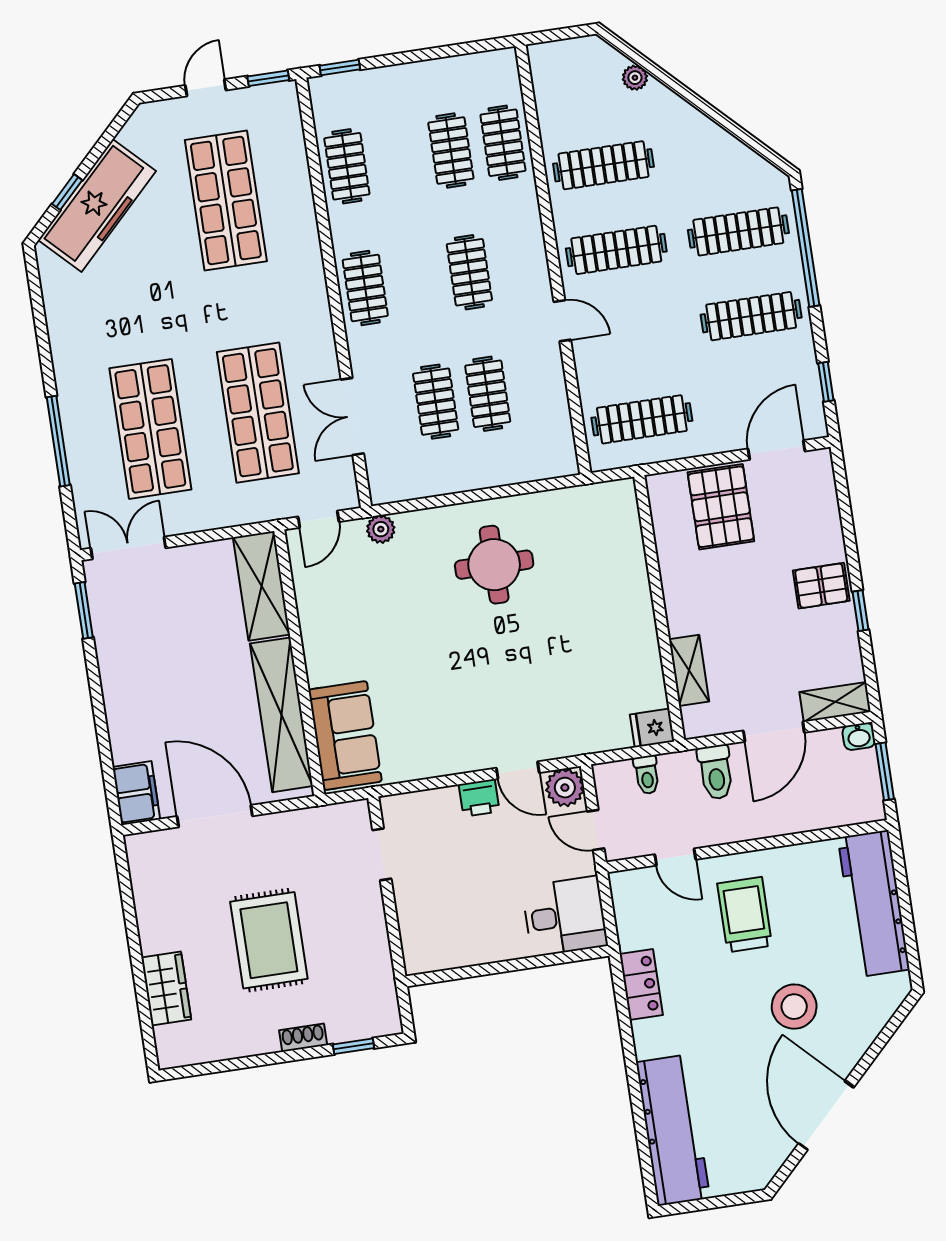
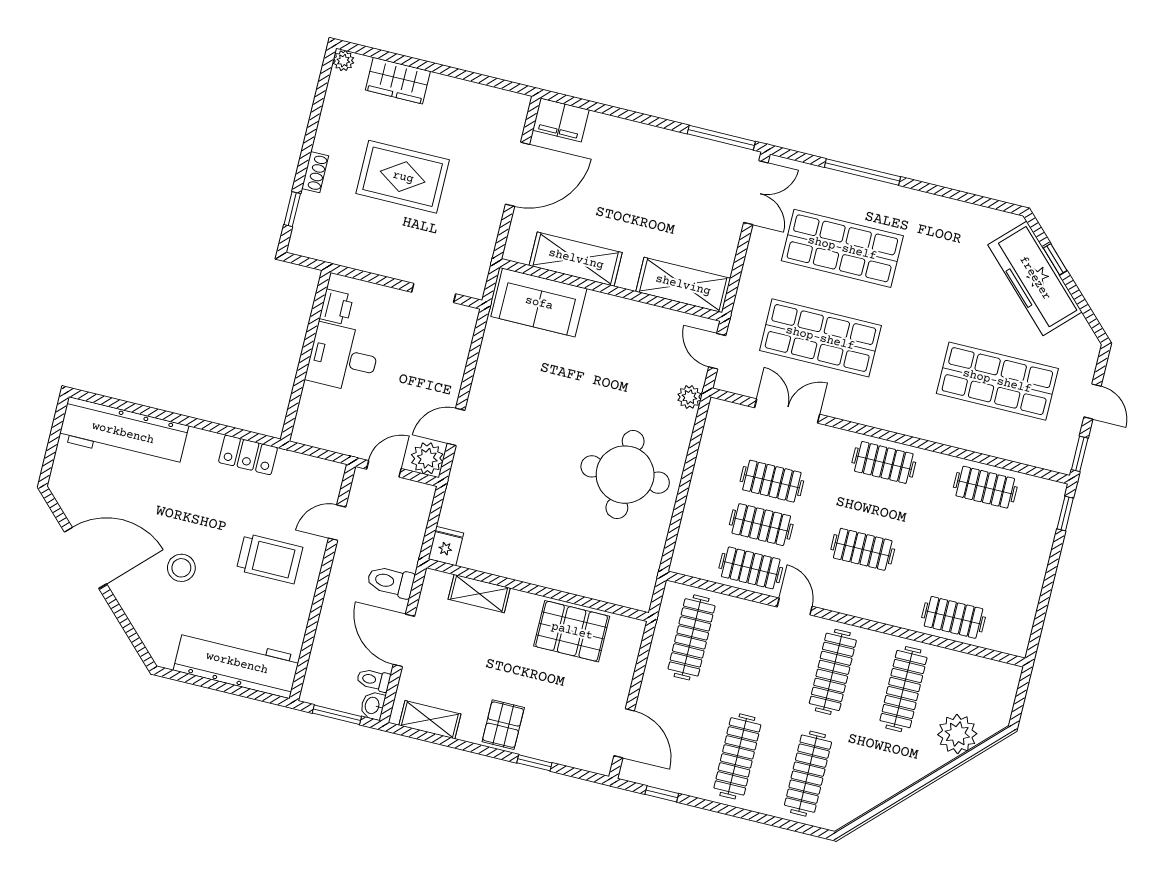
plant: (635, 78) -> (957, 734), width x1.88, depth x1.88
clothes rail: (451, 151) -> (751, 568), moved
window: (806, 248) -> (773, 821), removed
door: (562, 321) -> (795, 607), swing flipped
pallet: (721, 507) -> (572, 631), moved
round table: (494, 565) -> (625, 475), width x1.36, depth x1.36
window: (84, 610) -> (721, 138), width x1.44
window: (860, 611) -> (534, 763), moved
shelving: (835, 702) -> (430, 720), moved, turned 90
shelving: (281, 715) -> (576, 259), width x0.68
toilet: (647, 775) -> (373, 680), moved
printer: (479, 798) -> (336, 307), moved, turned 180
desk: (565, 916) -> (343, 358), moved, turned 90
stool: (794, 1007) -> (181, 568), width x0.73, depth x0.73
plant: (169, 1057) -> (343, 61), added

